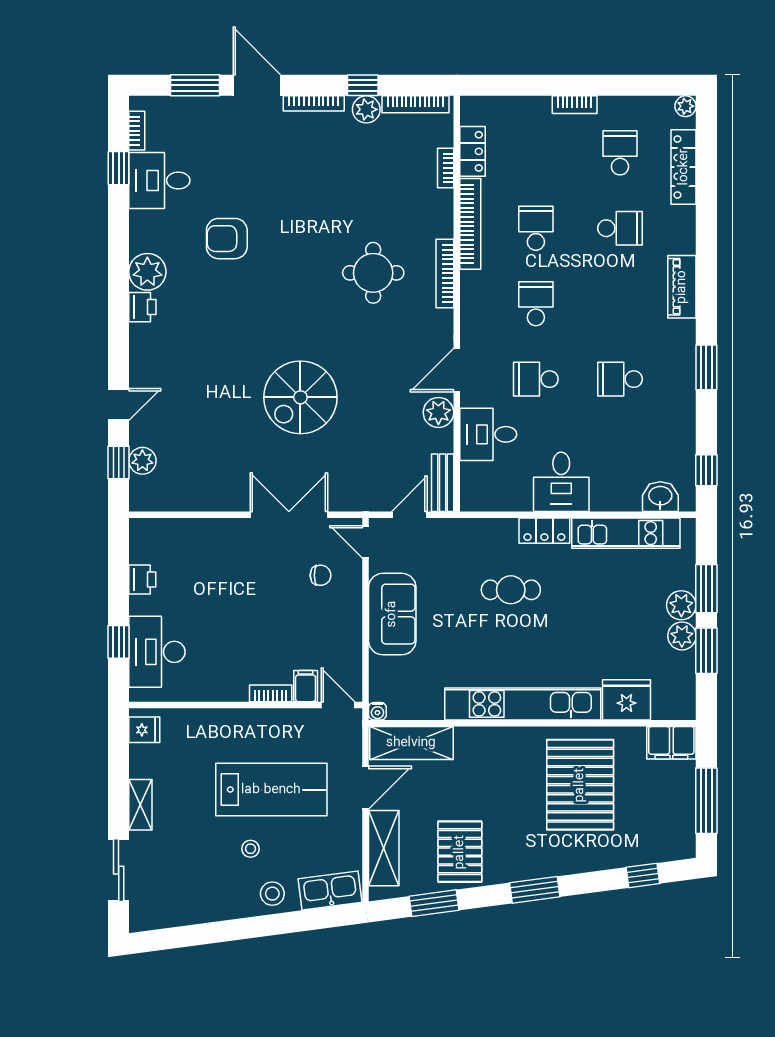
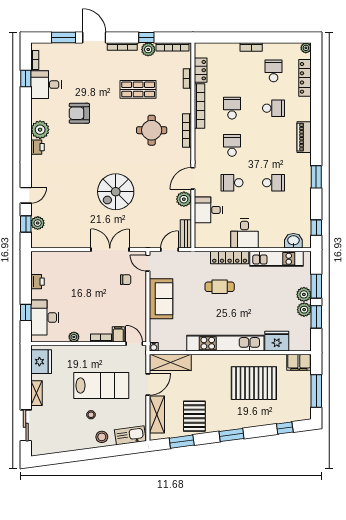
shop shelf: (346, 190) -> (138, 89), added
school desk: (620, 379) -> (274, 183), turned 180
locker: (544, 531) -> (230, 258), width x1.53
plant: (216, 691) -> (74, 337), added
fridge: (144, 730) -> (41, 362), width x1.88, depth x1.34
pallet: (580, 785) -> (254, 383), turned 90

